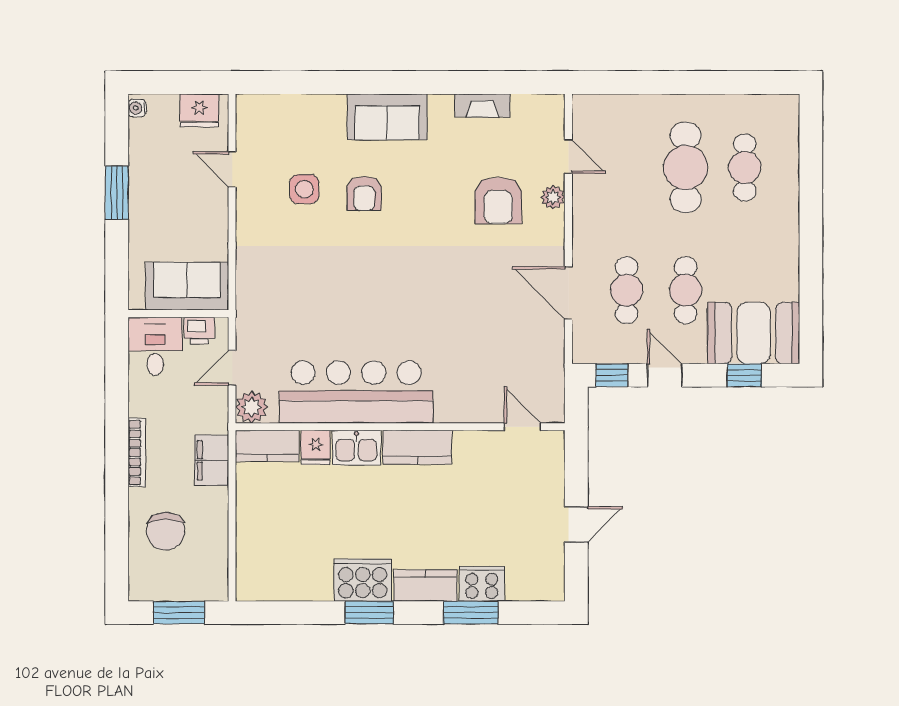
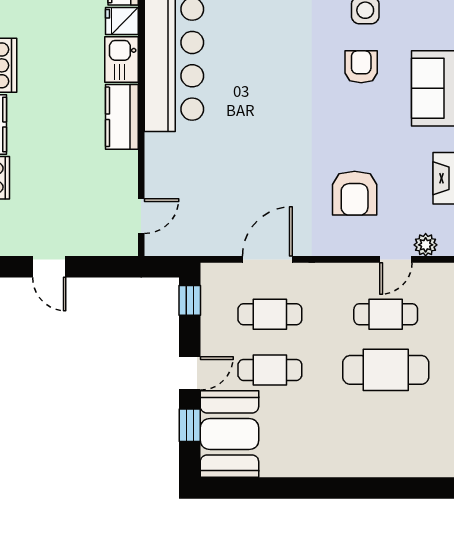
cafe table: (745, 167) -> (386, 314), moved
armchair: (364, 193) -> (361, 67), turned 90
plant: (553, 197) -> (426, 245), moved
armchair: (498, 200) -> (355, 193), turned -90
door: (665, 375) -> (190, 373), moved

